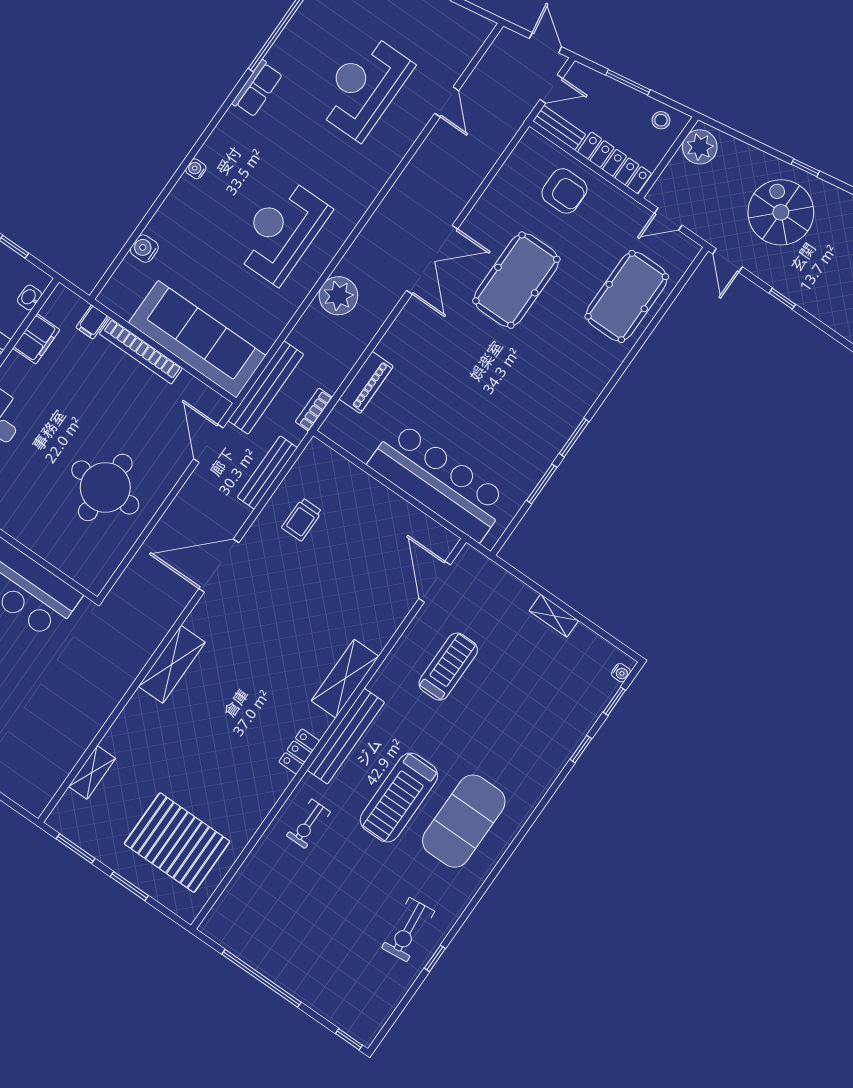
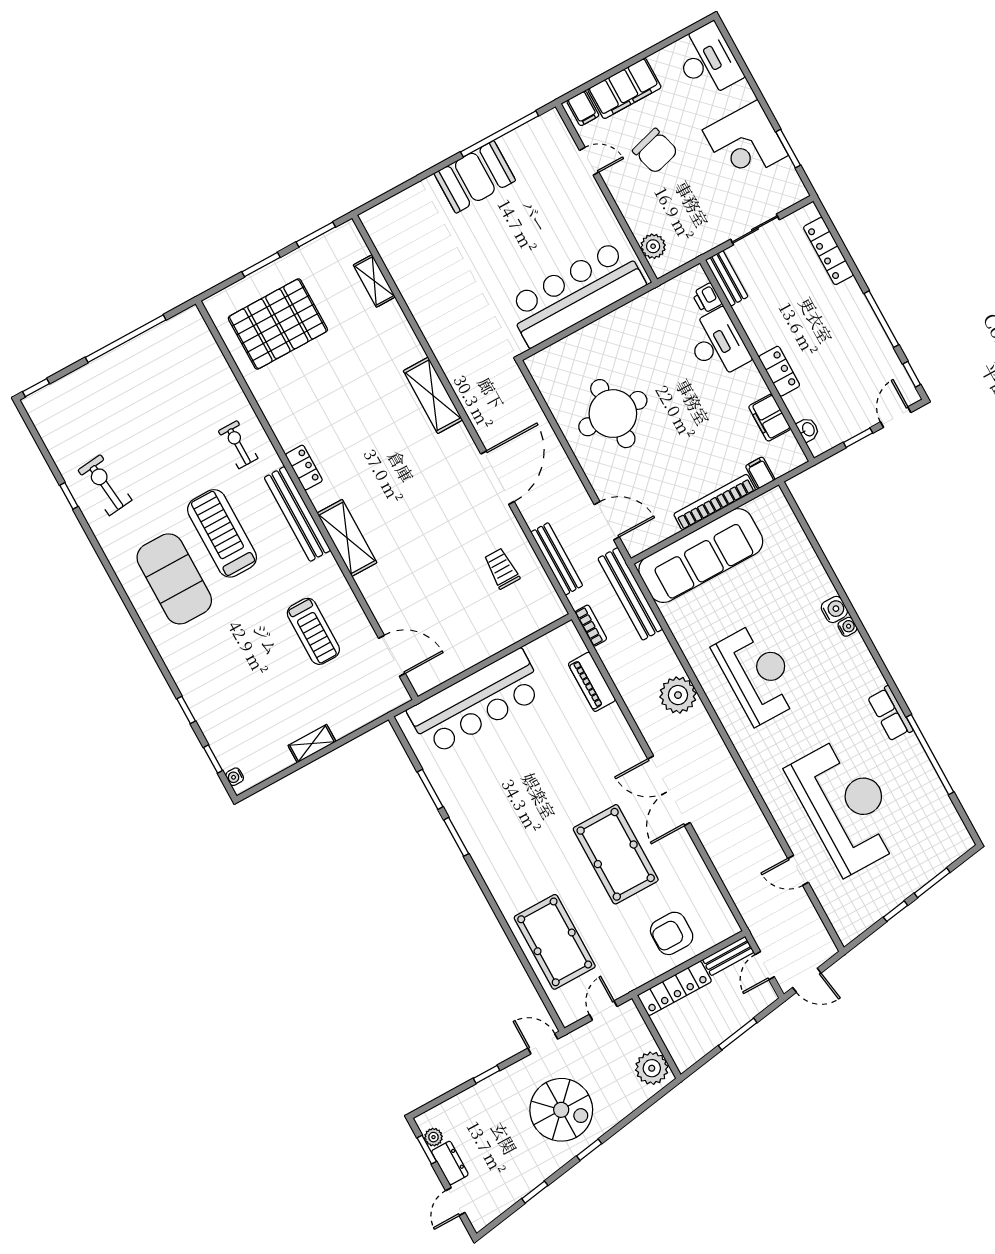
reception desk: (364, 87) -> (846, 806), width x1.36, depth x1.30
stool: (661, 120) -> (691, 1046), removed
water cooler: (144, 249) -> (834, 609), moved

